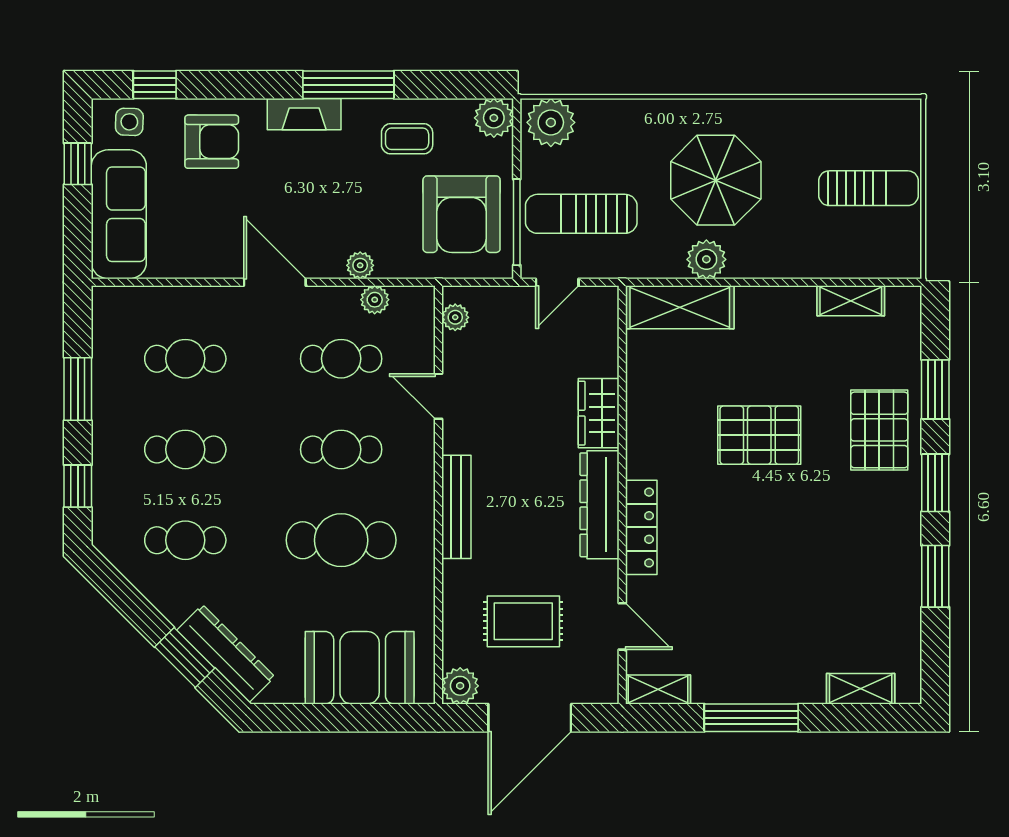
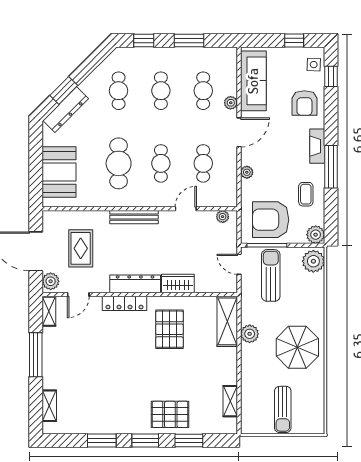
parasol: (716, 180) -> (297, 347), moved
sofa: (119, 214) -> (253, 81), moved, turned -90
plant: (375, 300) -> (231, 103), moved
pallet: (759, 435) -> (169, 329), moved
plant: (460, 686) -> (51, 281), moved

